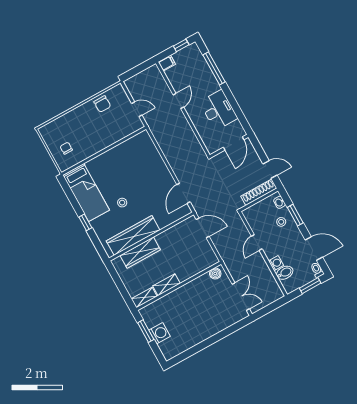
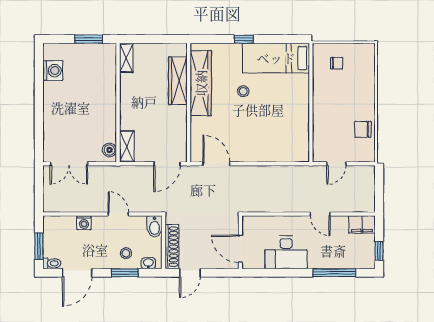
filing cabinet: (167, 63) -> (362, 224), width x2.00
bidet: (285, 273) -> (155, 226), moved
shelving: (166, 285) -> (127, 146), moved
washing machine: (160, 333) -> (53, 71), moved, turned -90

